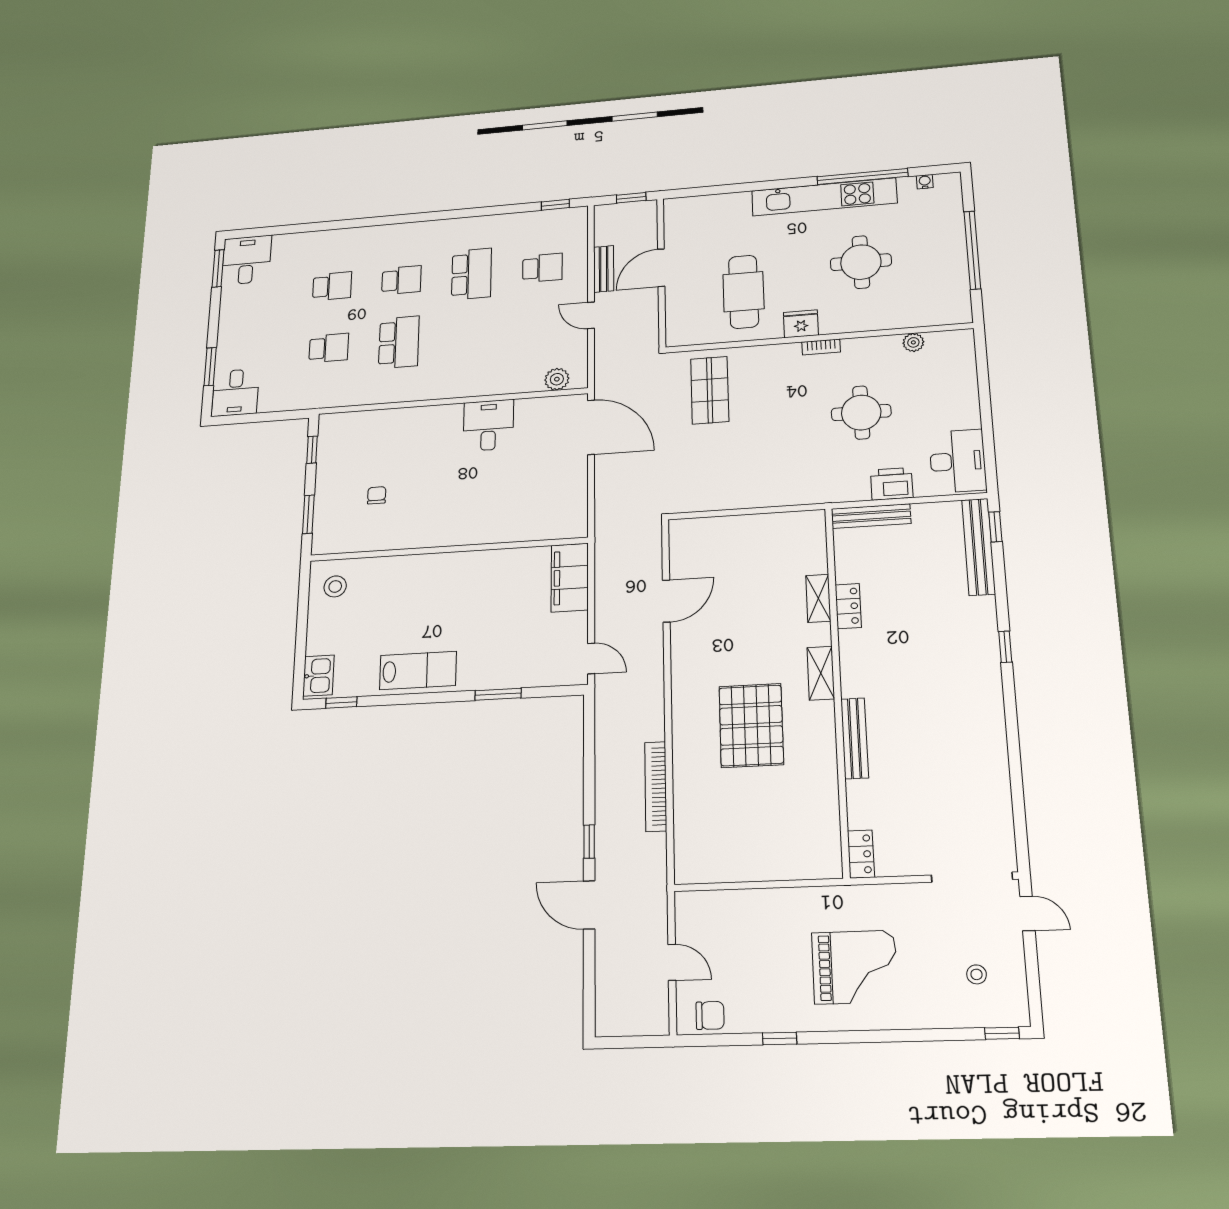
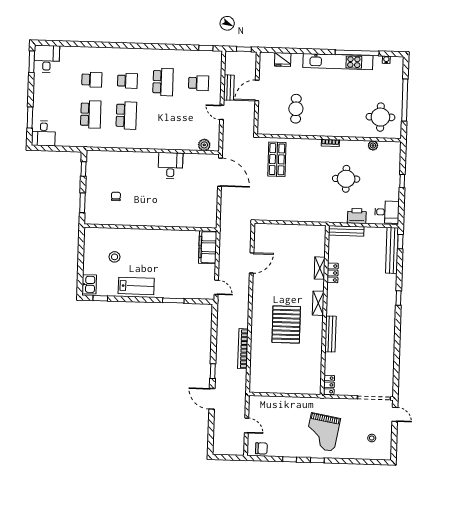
round table: (861, 262) -> (380, 117), moved
cafe table: (744, 292) -> (296, 109), width x0.73, depth x0.74
fridge: (801, 324) -> (283, 60), moved, turned 180
school desk: (329, 348) -> (91, 114), width x1.85
window: (985, 405) -> (402, 181), added
desk: (958, 461) -> (387, 212), width x0.73
stool: (335, 586) -> (115, 257), moved
grand piano: (855, 967) -> (323, 432), turned 100
window: (1002, 1033) -> (317, 460), moved

